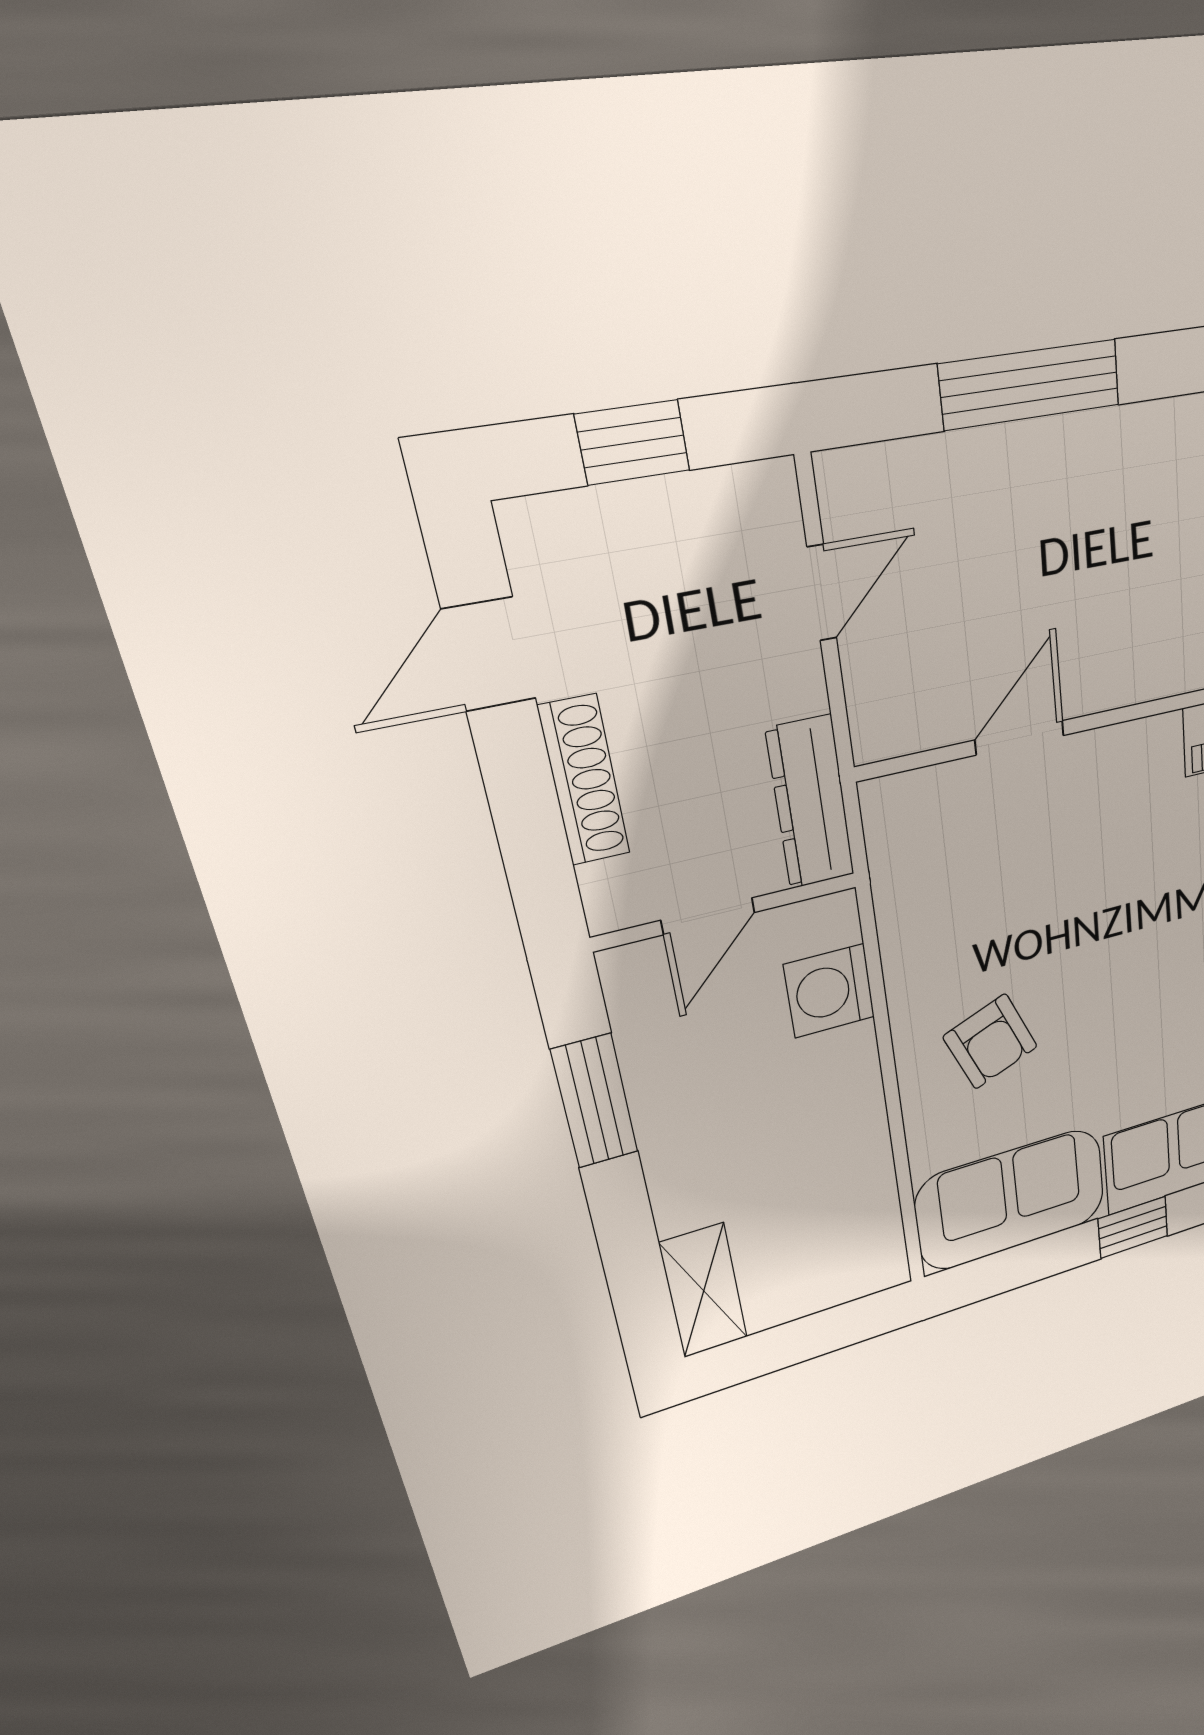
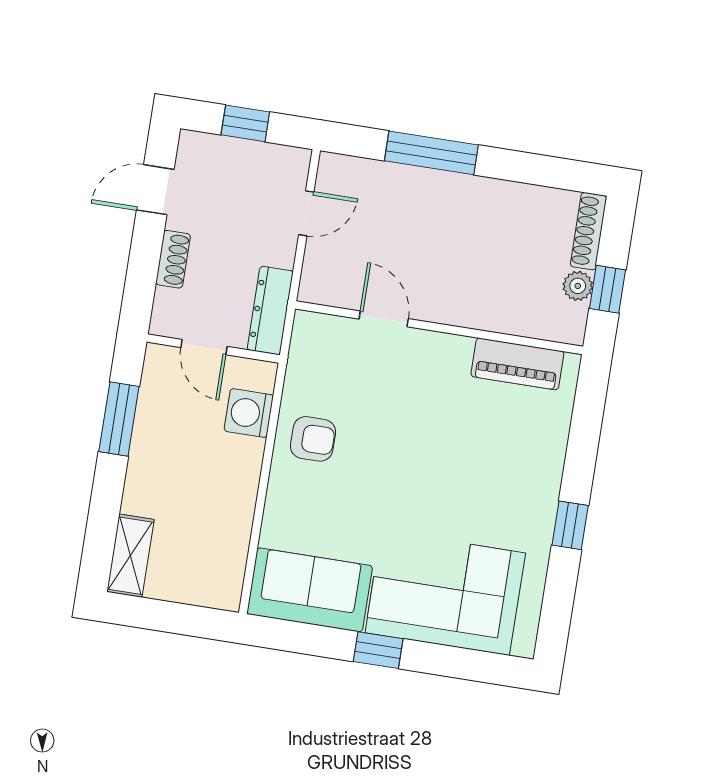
door: (1020, 738) -> (384, 319), hinge flipped
shoe rack: (584, 781) -> (173, 259), width x0.70
door: (708, 916) -> (204, 347), hinge flipped
armchair: (990, 1042) -> (313, 439), moved, turned -68

